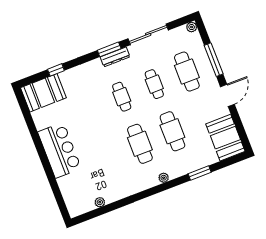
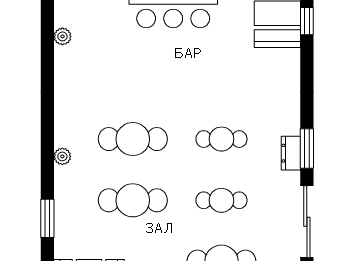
dresser: (115, 57) -> (291, 153), width x0.70
window: (56, 70) -> (307, 21), moved

